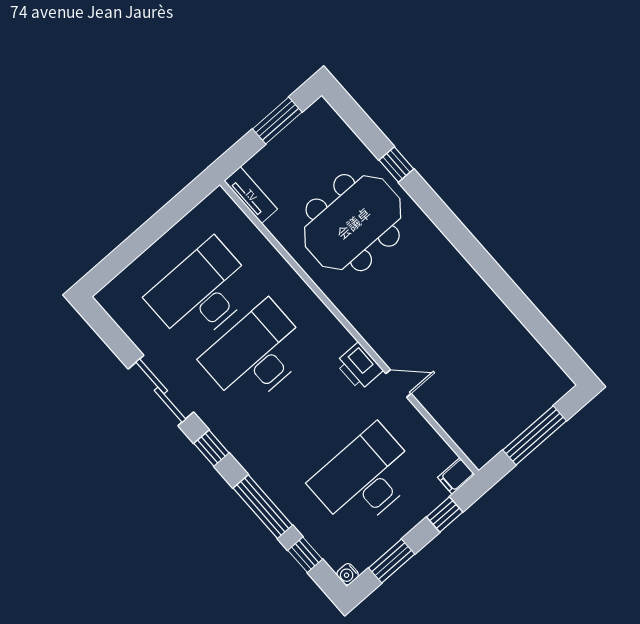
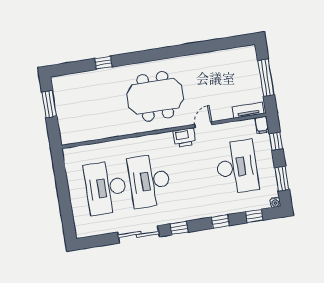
tv unit: (251, 195) -> (248, 110), moved
meeting table: (353, 223) -> (155, 96), moved, turned 90
desk: (365, 478) -> (237, 167), turned 180
window: (263, 507) -> (220, 221), width x0.46

